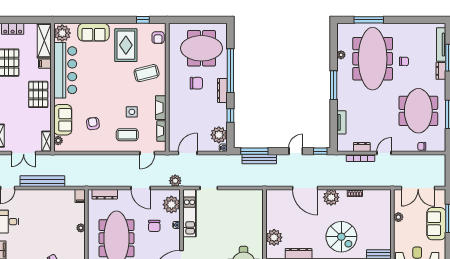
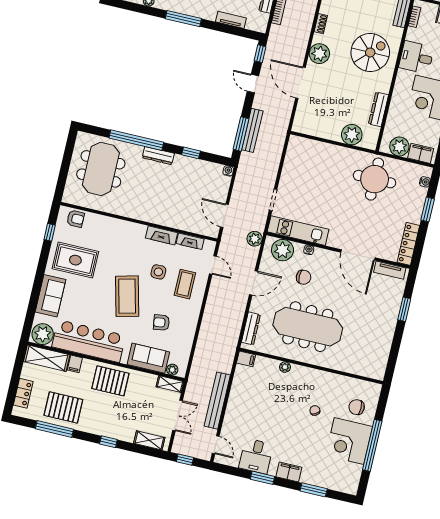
coffee table: (147, 73) -> (127, 296), moved, width x1.36, depth x1.32
chair: (196, 83) -> (142, 185), removed
plant: (219, 135) -> (211, 172), removed
door: (305, 188) -> (300, 83), swing flipped

